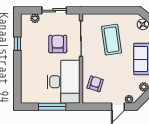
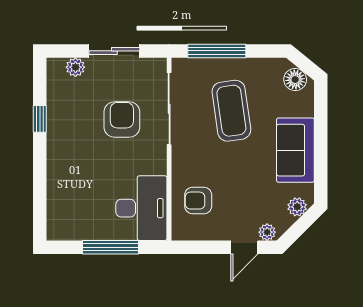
window: (104, 10) -> (217, 51), added
desk: (64, 82) -> (141, 208), width x0.73, depth x0.77
armchair: (95, 84) -> (198, 201), turned -107

